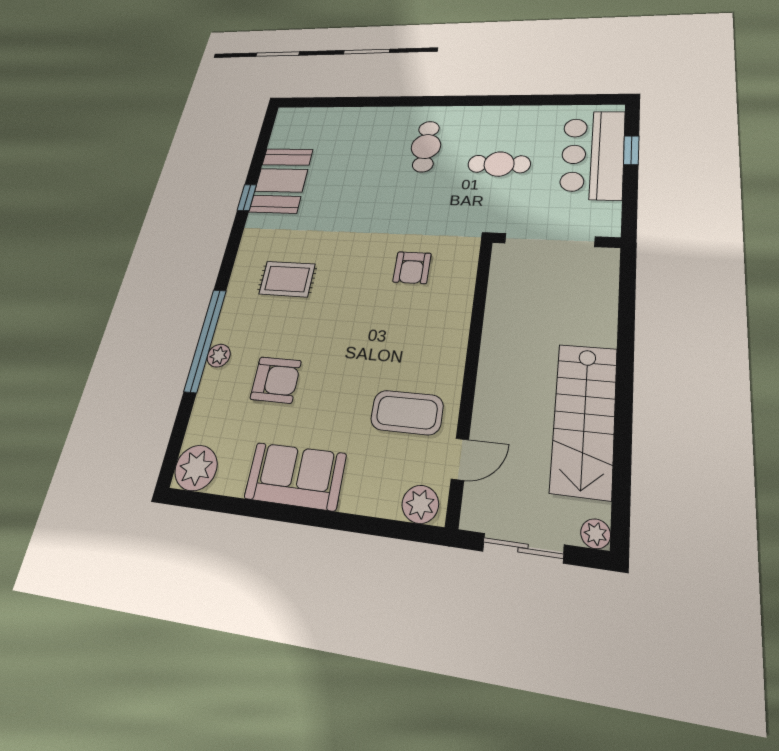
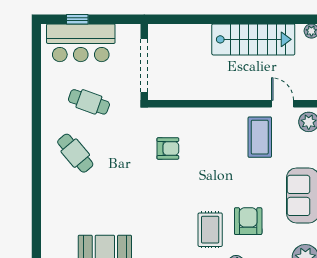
cafe table: (426, 146) -> (75, 153), turned 50
cafe table: (499, 164) -> (89, 102), turned -70
rug: (287, 279) -> (210, 230), moved

